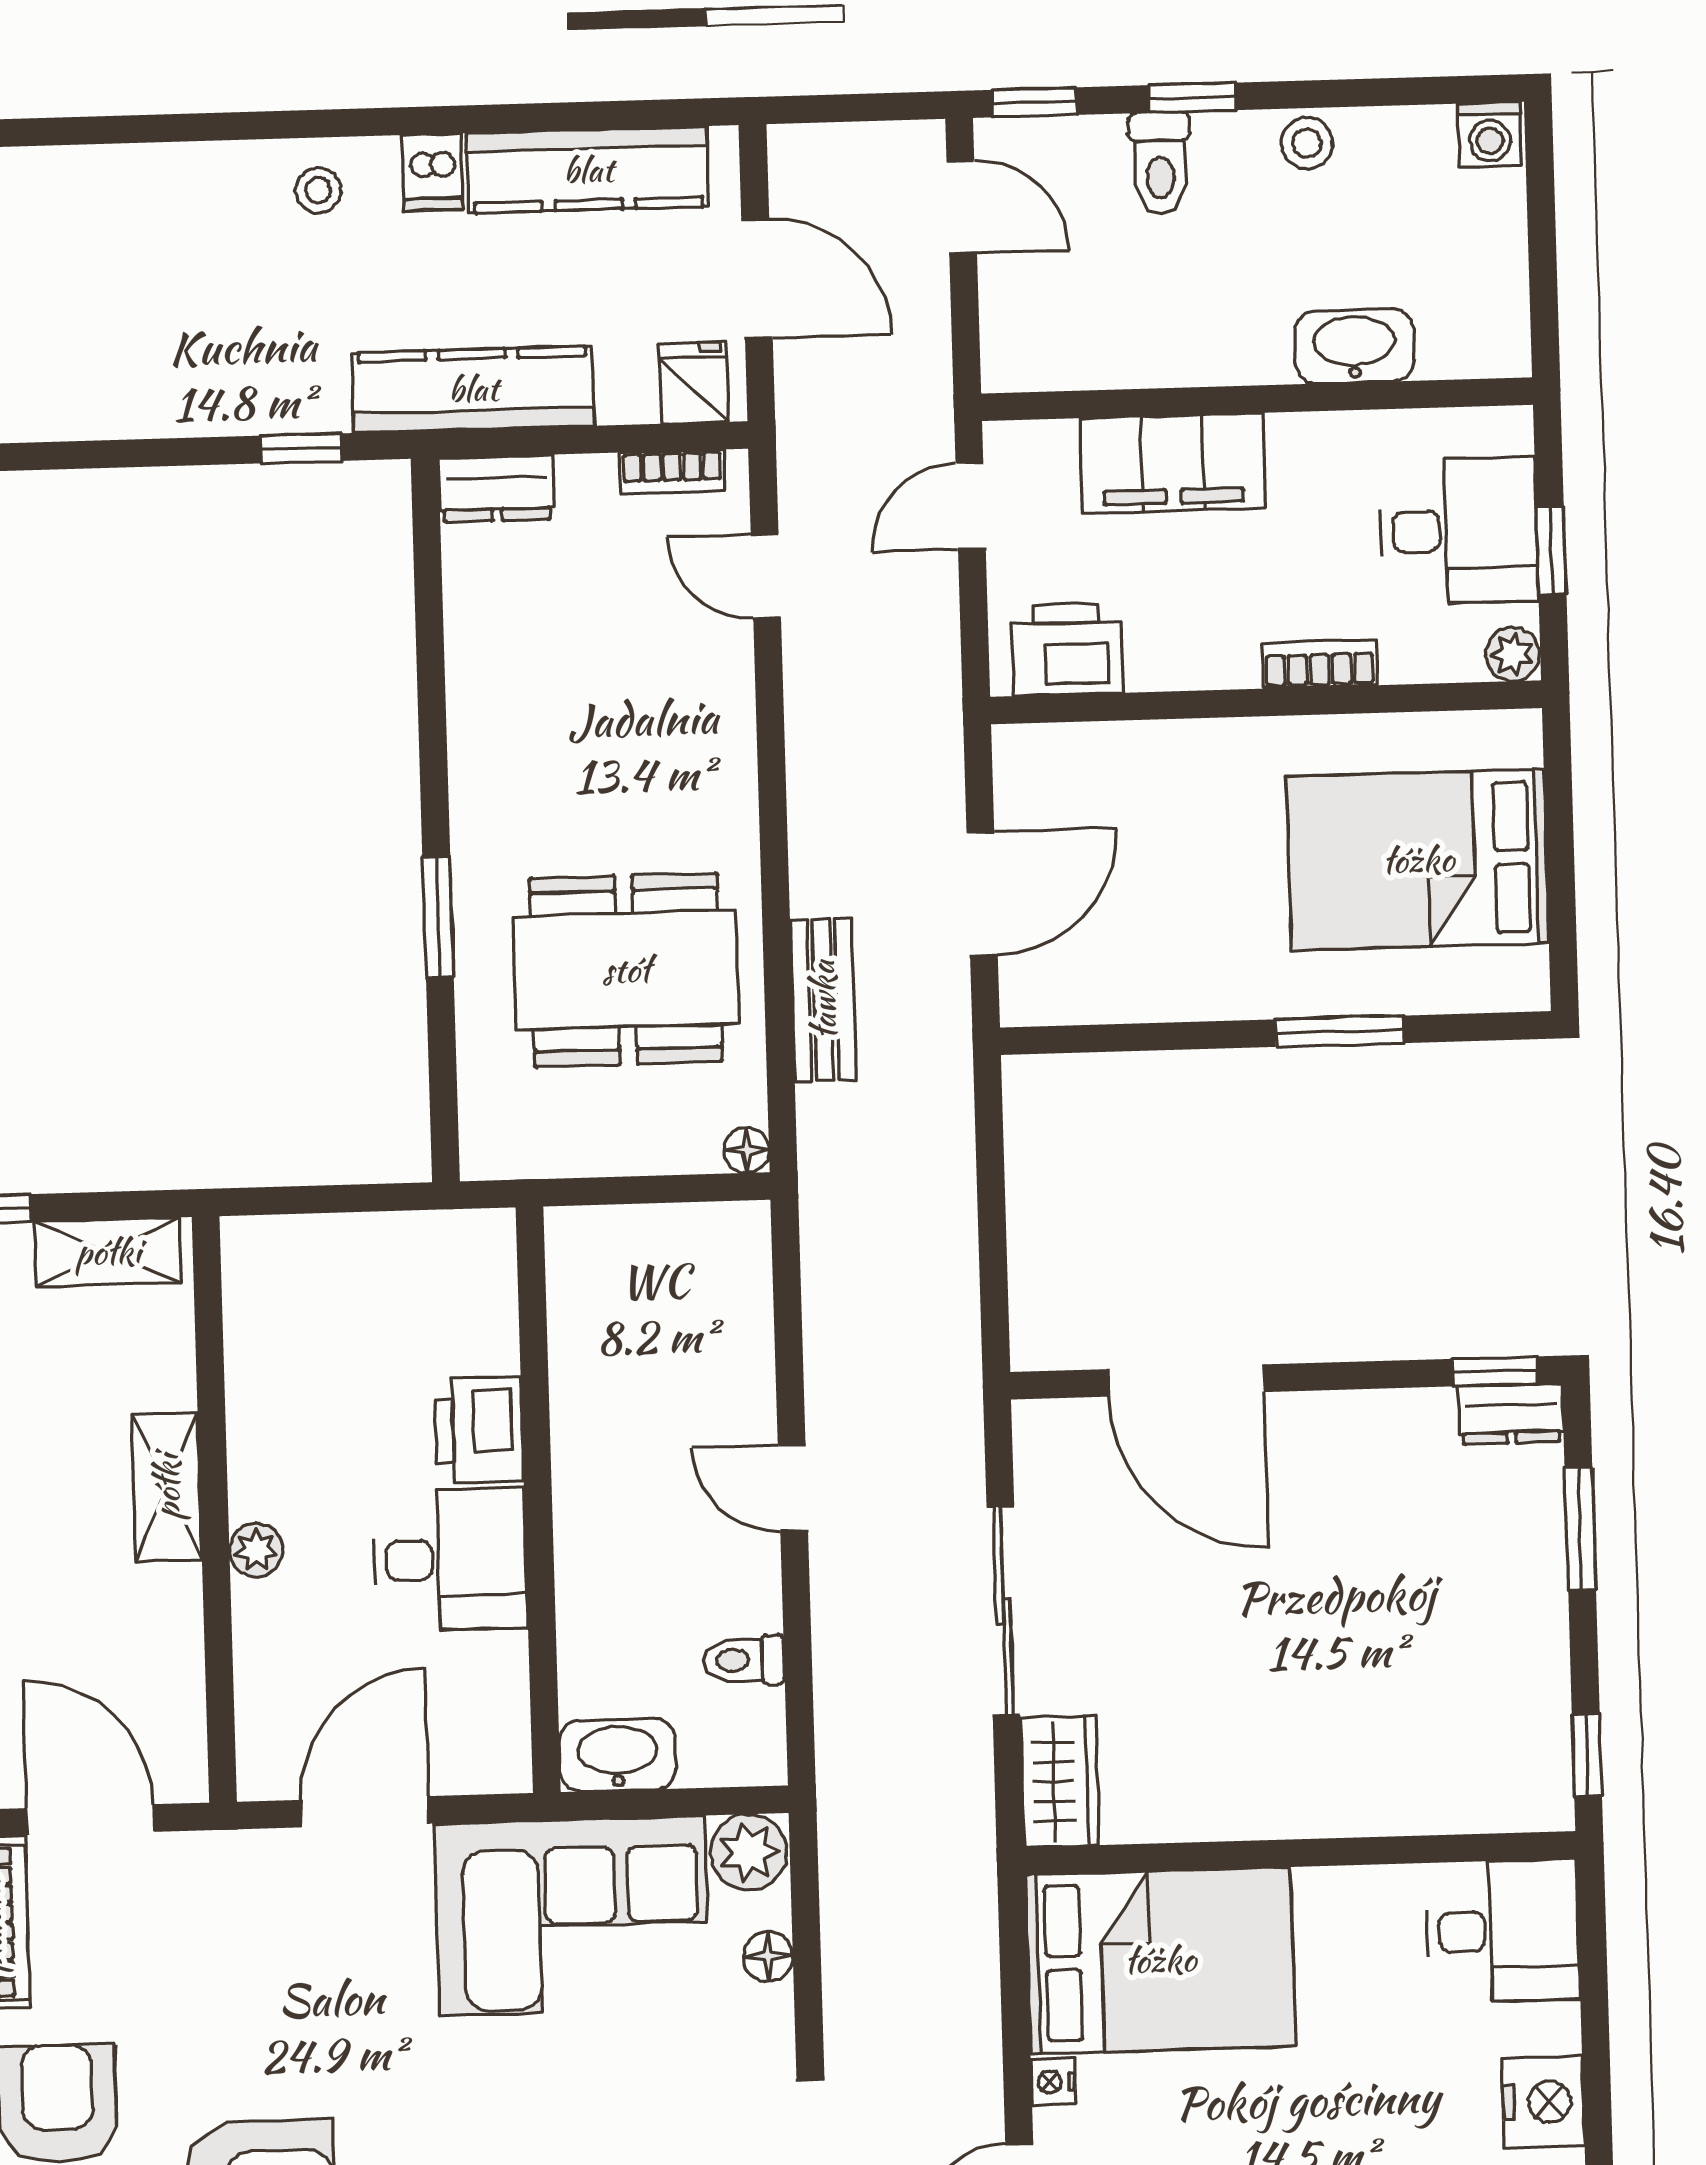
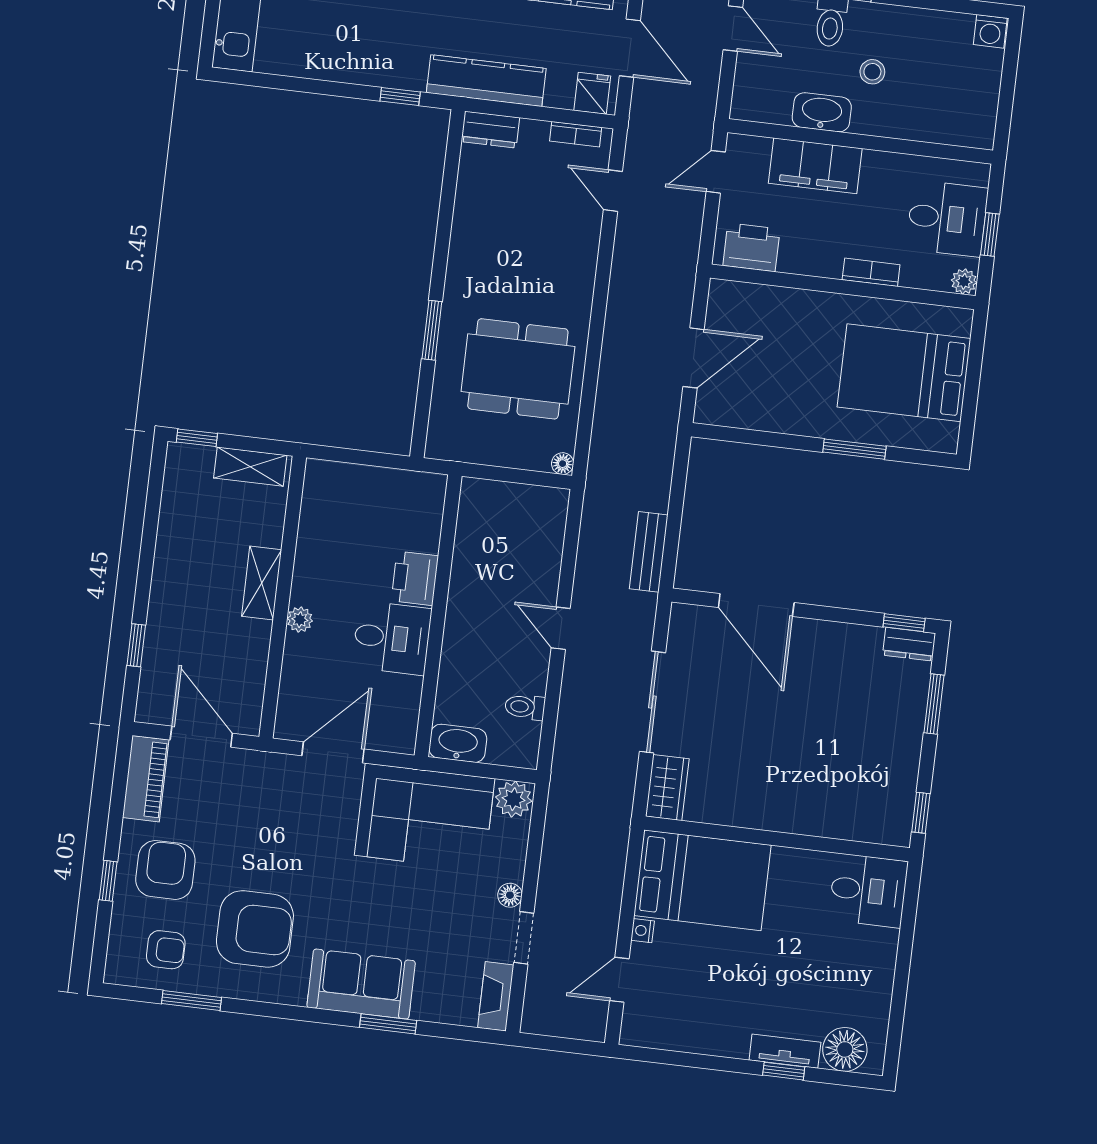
stool: (1307, 143) -> (872, 72), moved
washbasin: (1354, 346) -> (822, 112), moved
bench: (823, 1000) -> (649, 552), moved
floor lamp: (768, 1956) -> (510, 895), moved
nightstand: (1543, 2102) -> (875, 975), removed

